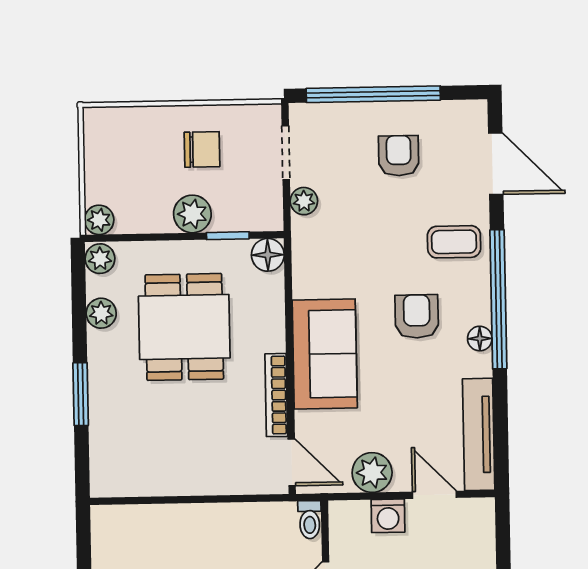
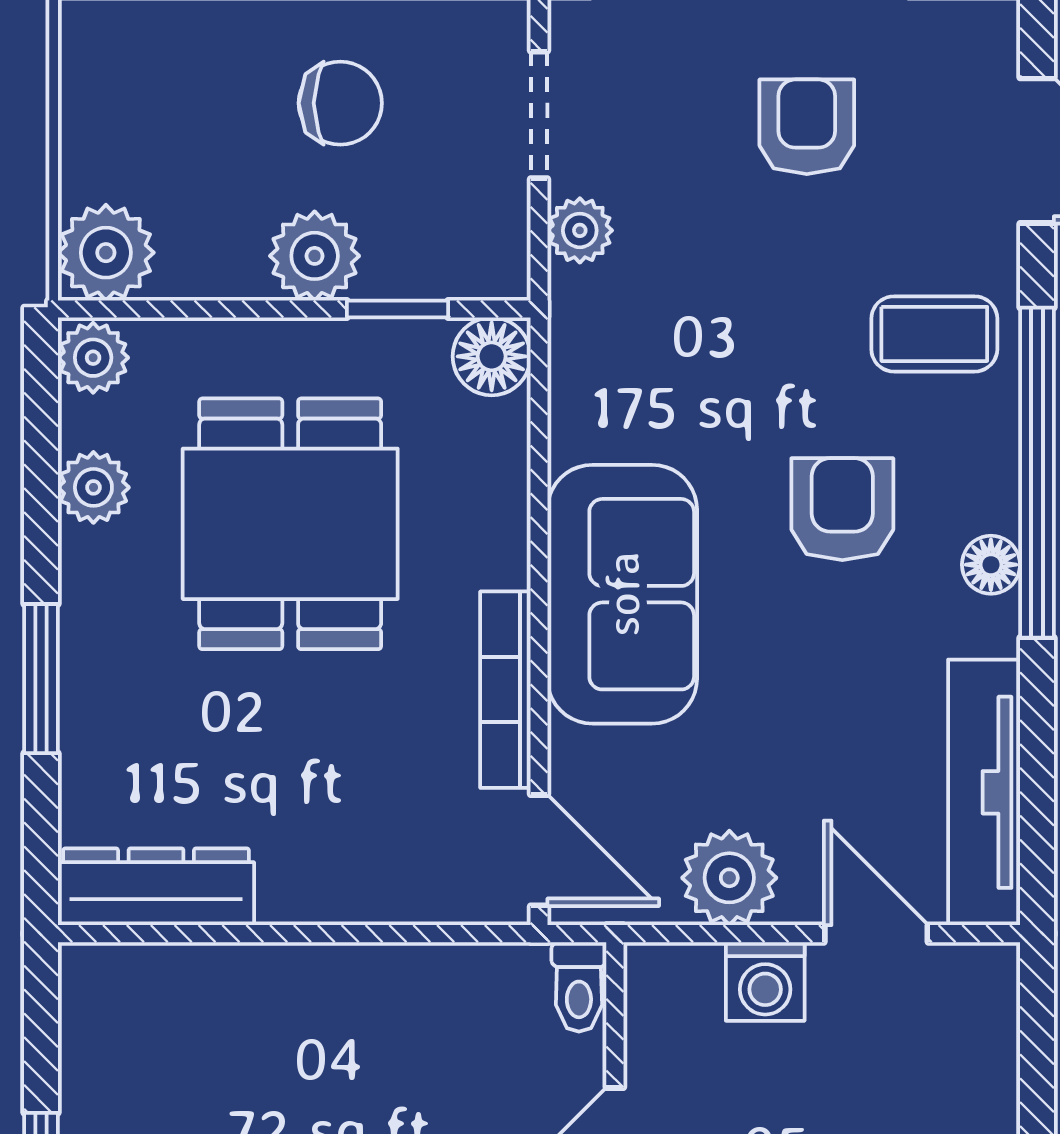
plant: (99, 220) -> (106, 253), width x1.38, depth x1.38
dresser: (131, 481) -> (156, 887), added

